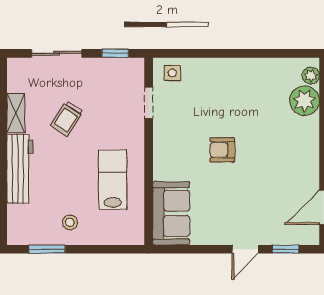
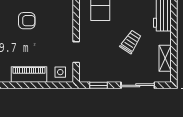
piano: (219, 69) -> (29, 75), added
shelving: (16, 113) -> (165, 58), moved

